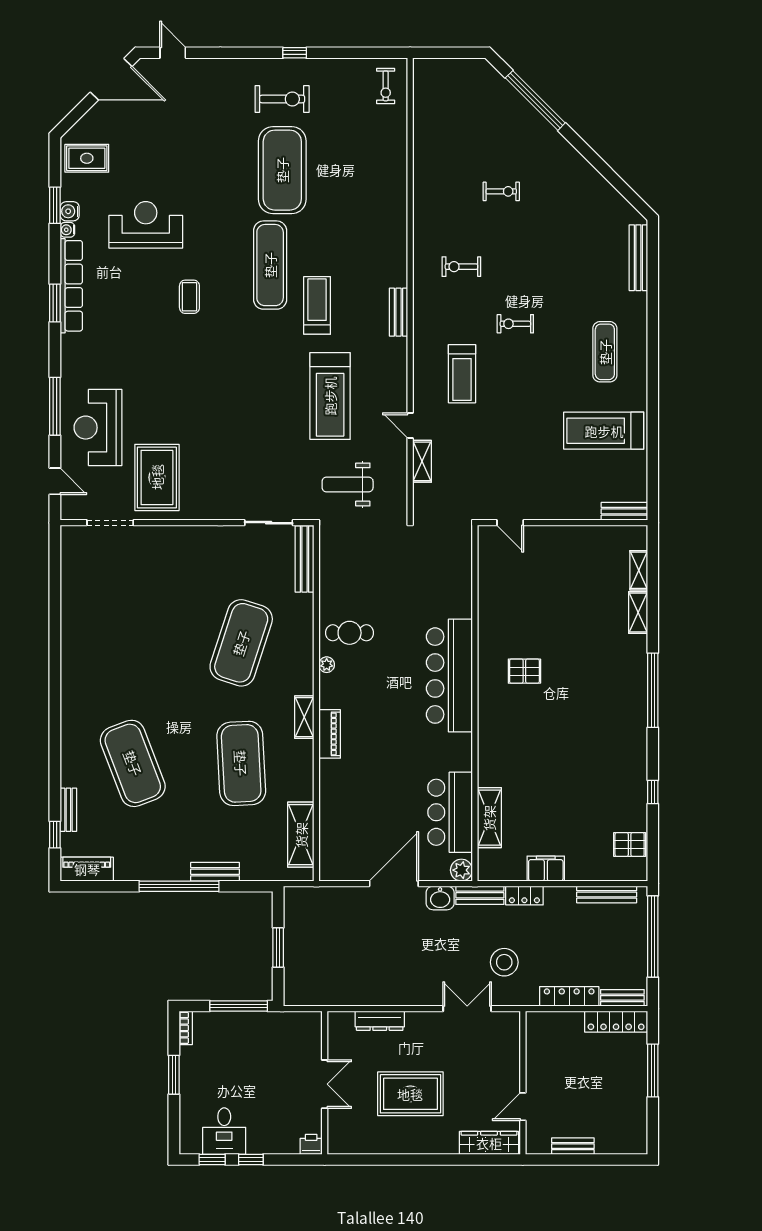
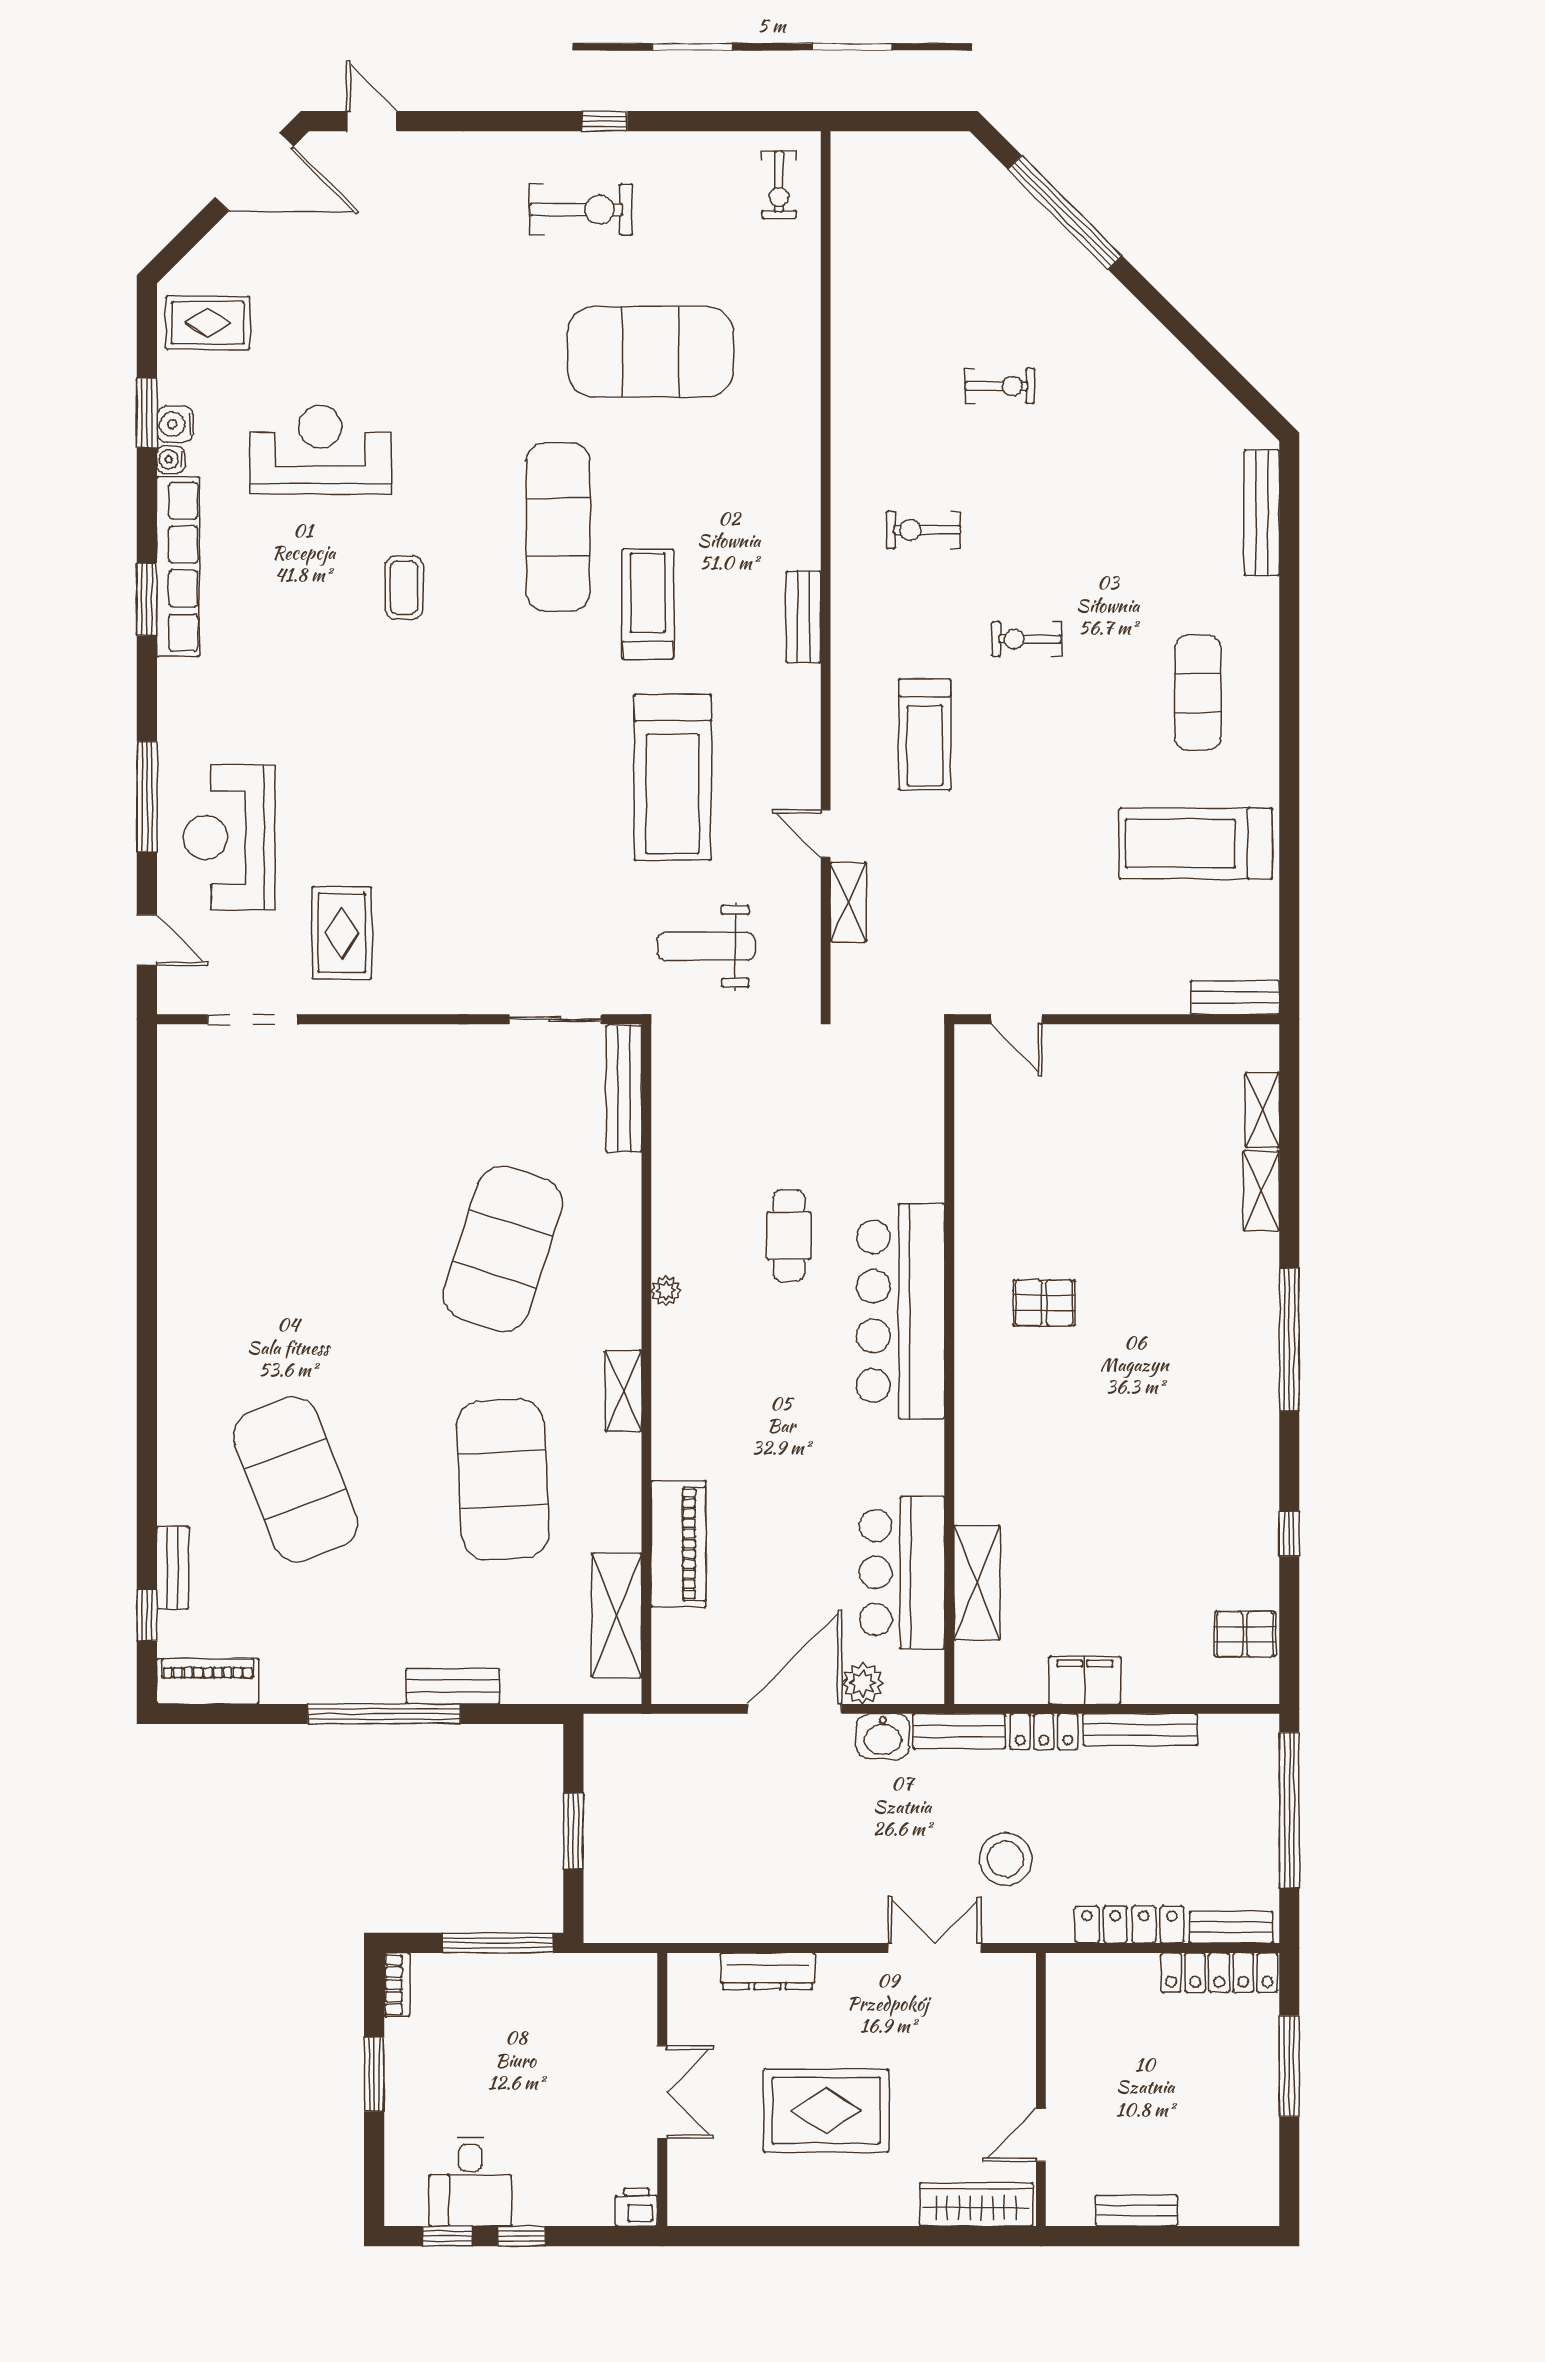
exercise mat: (282, 170) -> (651, 352), moved, turned 90
rug: (157, 477) -> (342, 933), width x0.73, depth x0.70
cafe table: (350, 633) -> (789, 1235), moved, turned 90
piano: (330, 734) -> (679, 1544), moved, width x1.37, depth x1.33
plant: (461, 870) -> (863, 1683), moved
bench: (607, 894) -> (1140, 1730), moved

